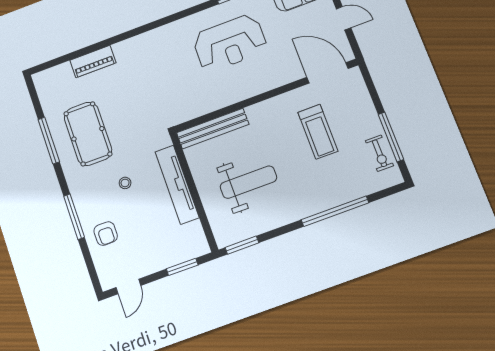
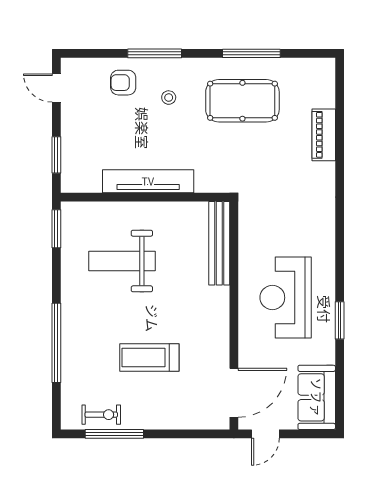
door: (328, 73) -> (234, 393), moved
wall: (266, 96) -> (234, 315), moved
bench: (213, 129) -> (219, 243), moved
exercise bike: (379, 153) -> (101, 415), turned 180
weight bench: (248, 182) -> (122, 261), turned 90
stool: (125, 183) -> (169, 98), moved

